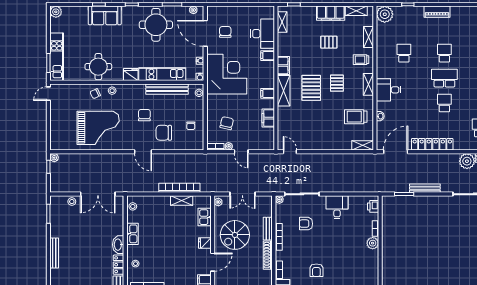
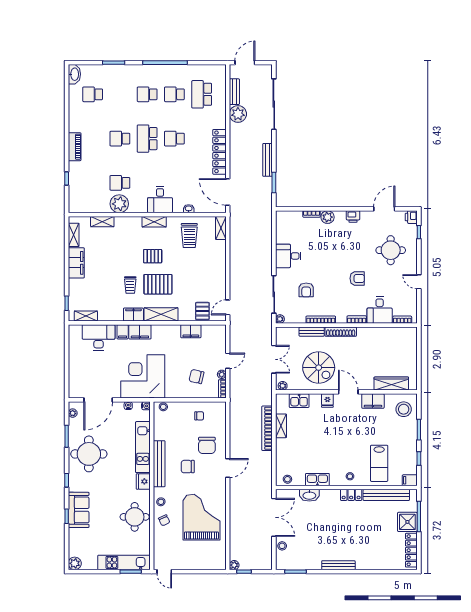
plant: (385, 14) -> (119, 204), moved
chair: (225, 32) -> (97, 378), removed
pallet: (329, 42) -> (202, 311), moved
trolley: (361, 60) -> (130, 285), moved
bench: (167, 89) -> (159, 464), moved
filing cabinet: (268, 93) -> (140, 332), moved, width x2.00
printer: (373, 206) -> (353, 217), moved
washbasin: (118, 245) -> (309, 495), moved

